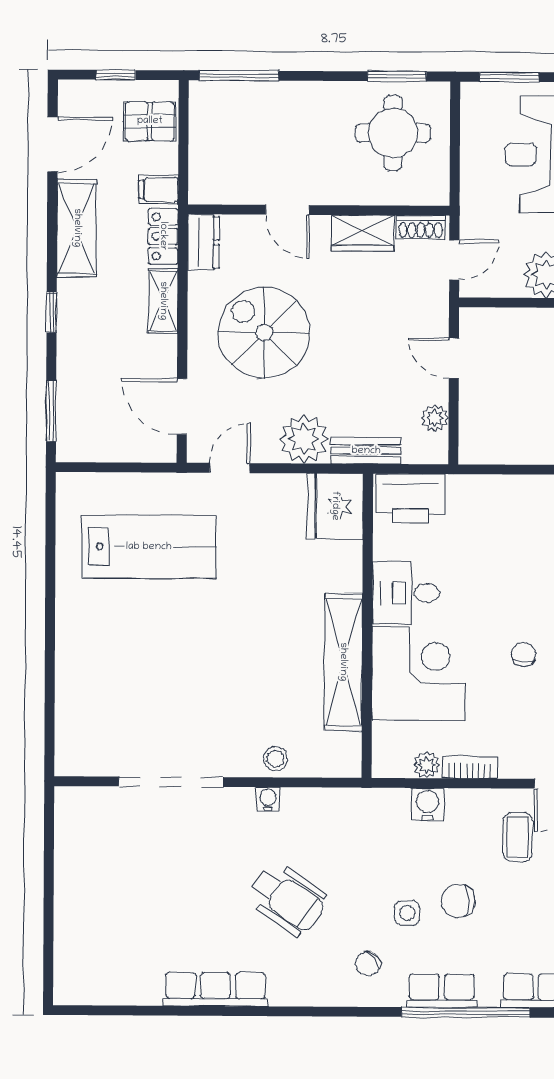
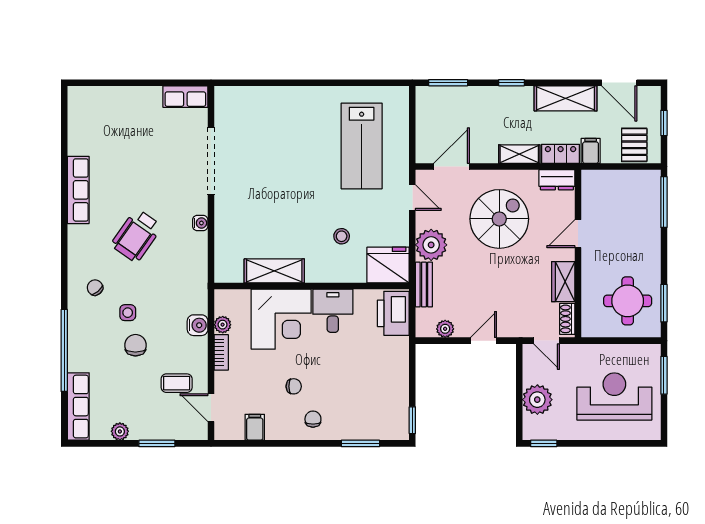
shelving: (343, 662) -> (274, 271), width x0.68
stool: (275, 759) -> (342, 236), moved
row of seats: (442, 991) -> (185, 97), moved, turned 90

